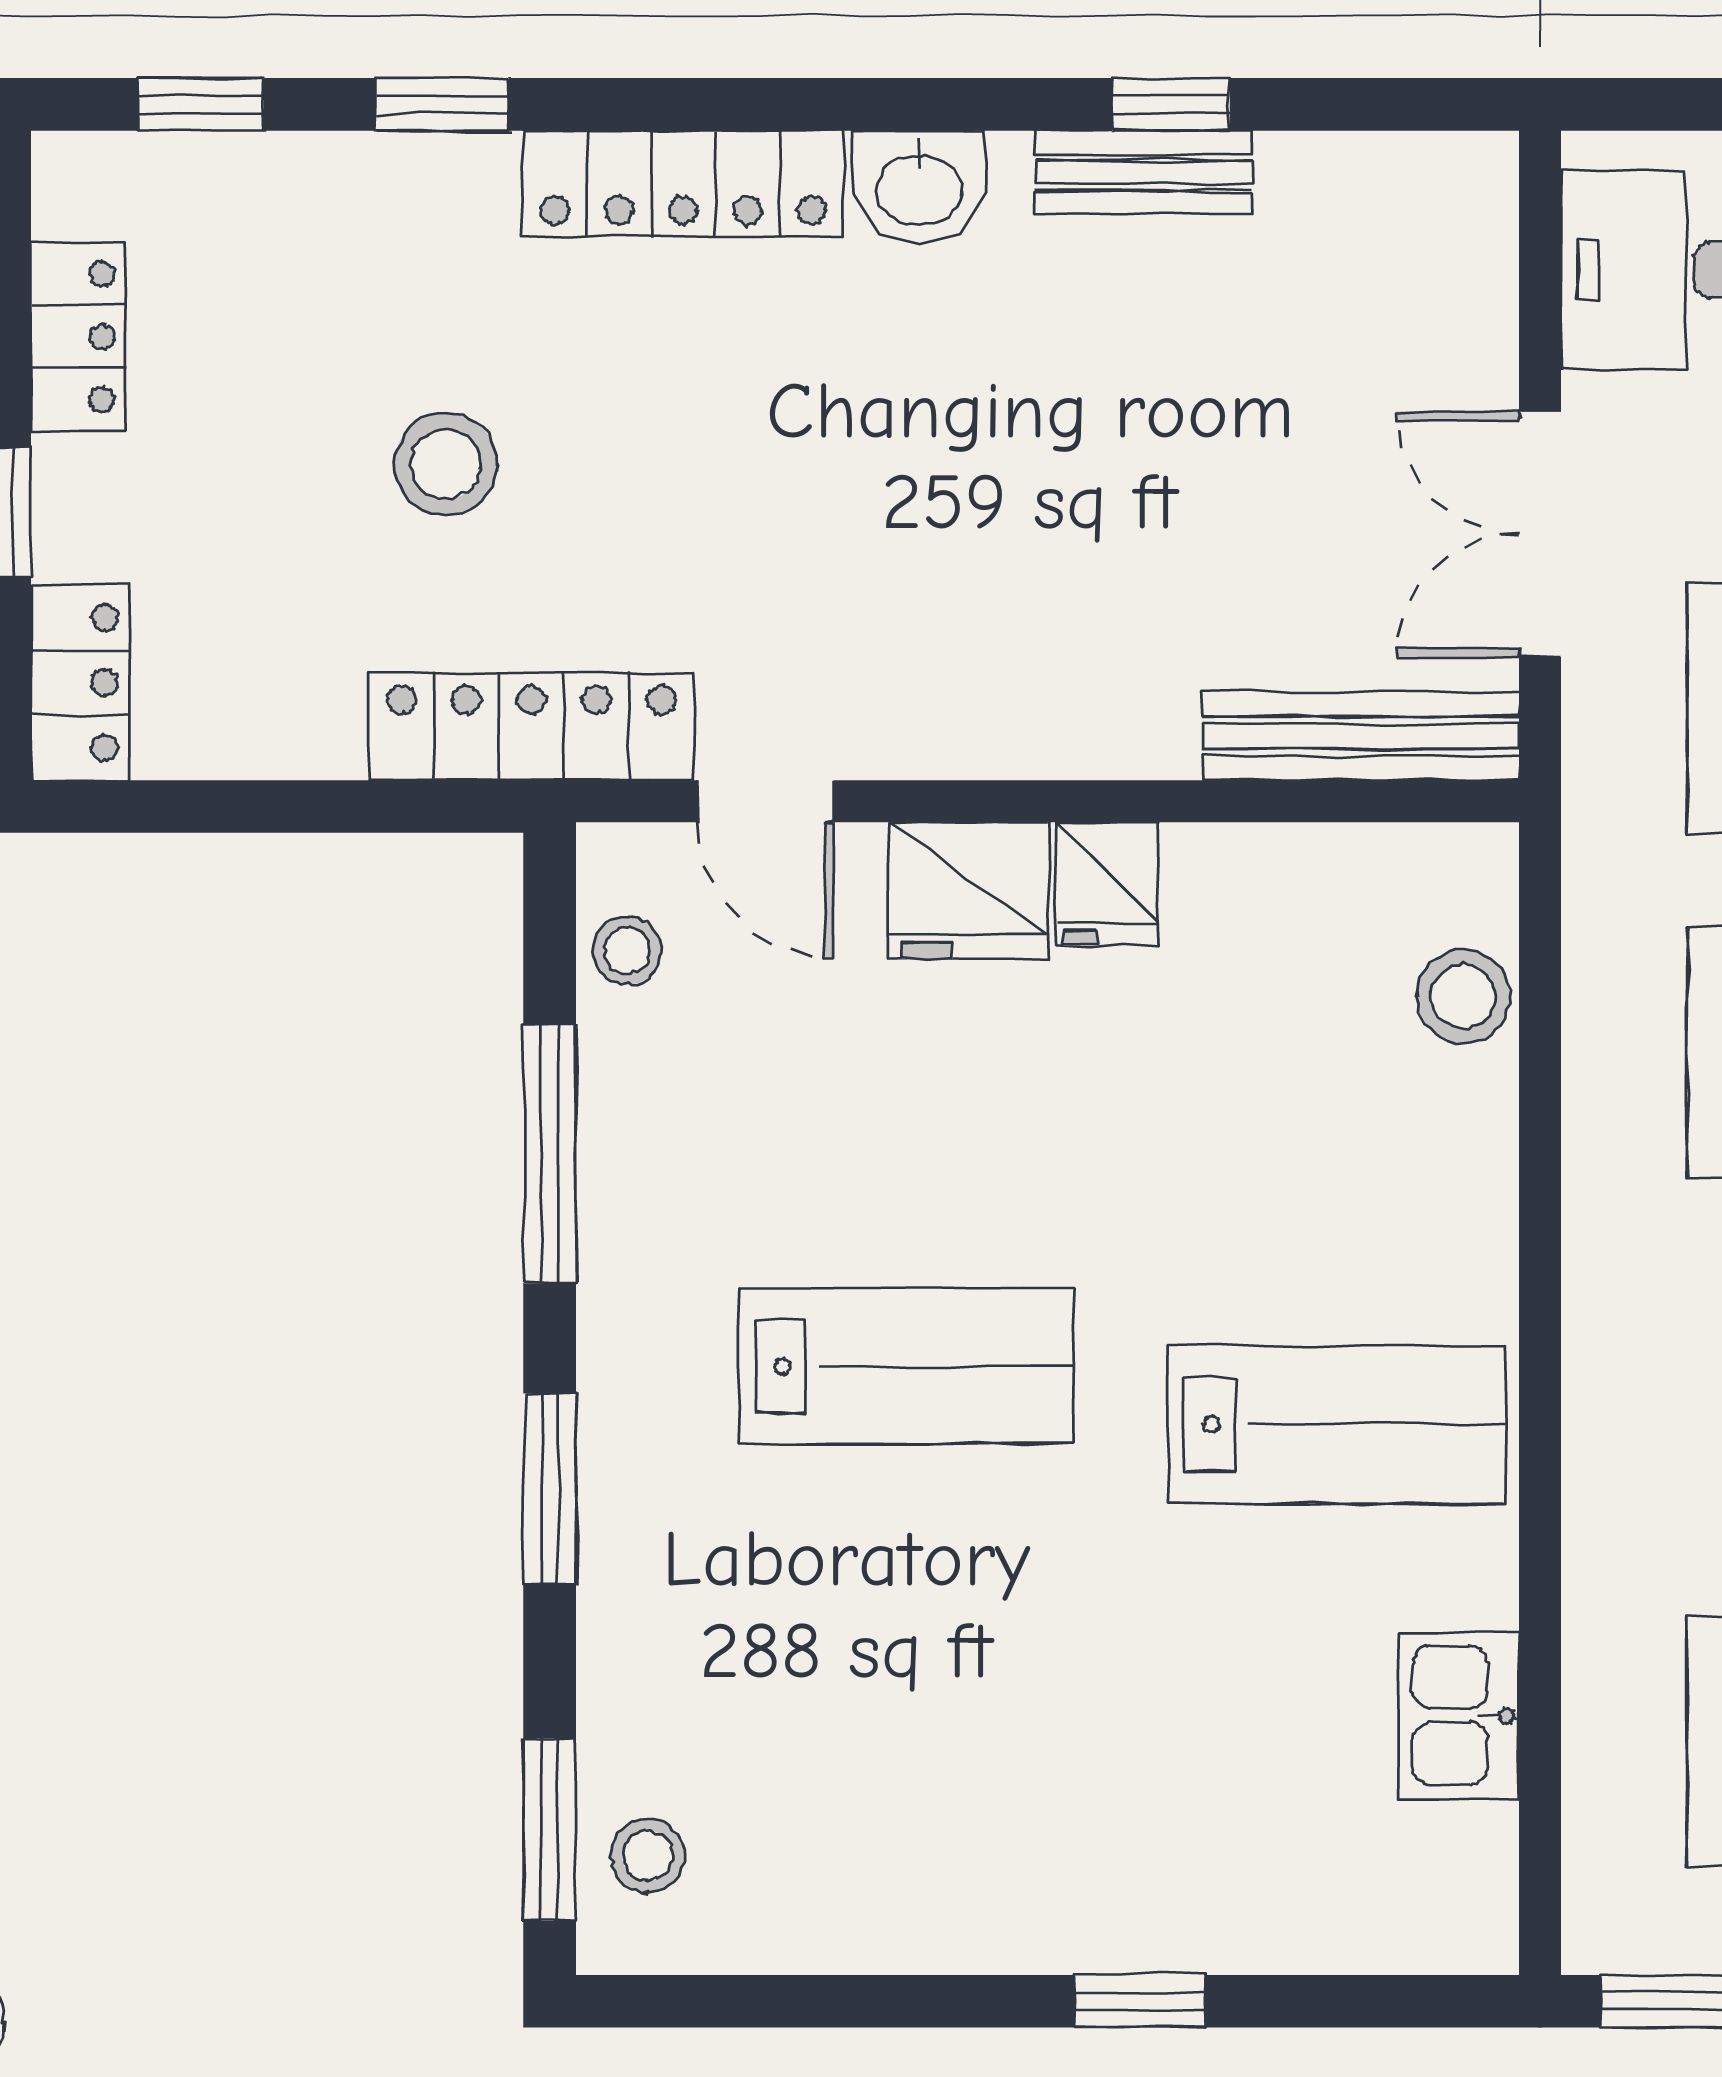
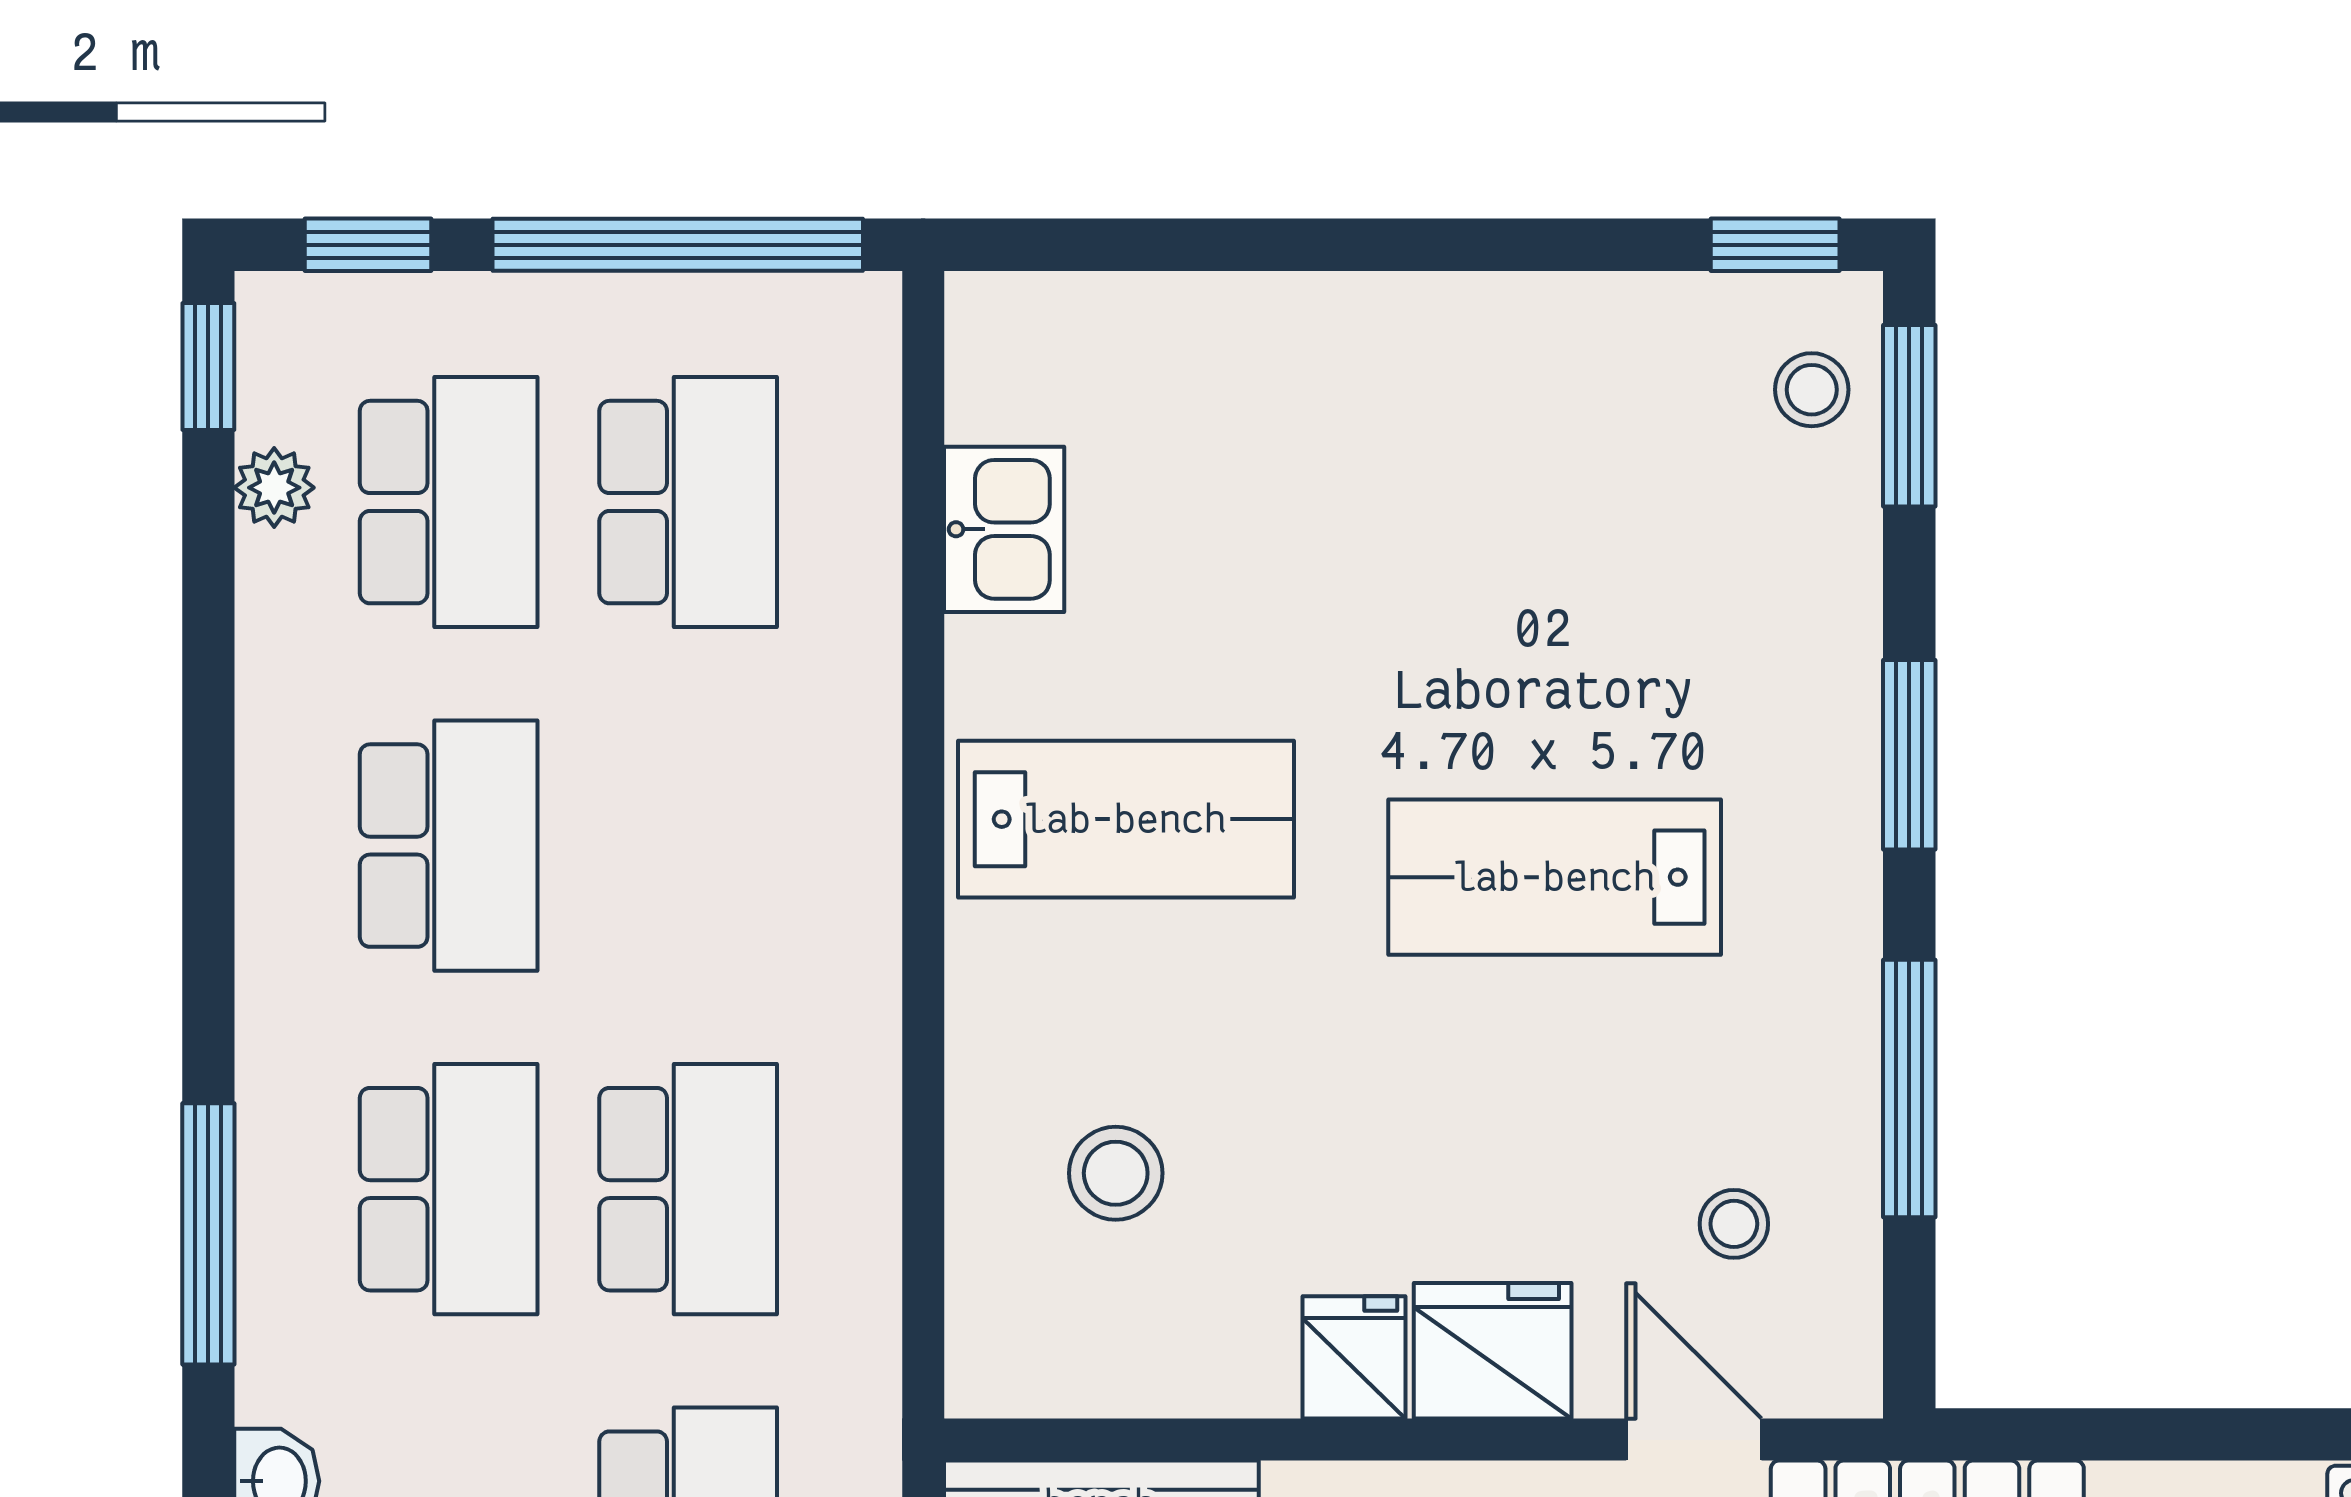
stool: (627, 951) -> (1734, 1224), moved
stool: (1463, 996) -> (1116, 1173), moved
lab bench: (1336, 1424) -> (1126, 819), turned 180
window: (1140, 2001) -> (1775, 245), moved

